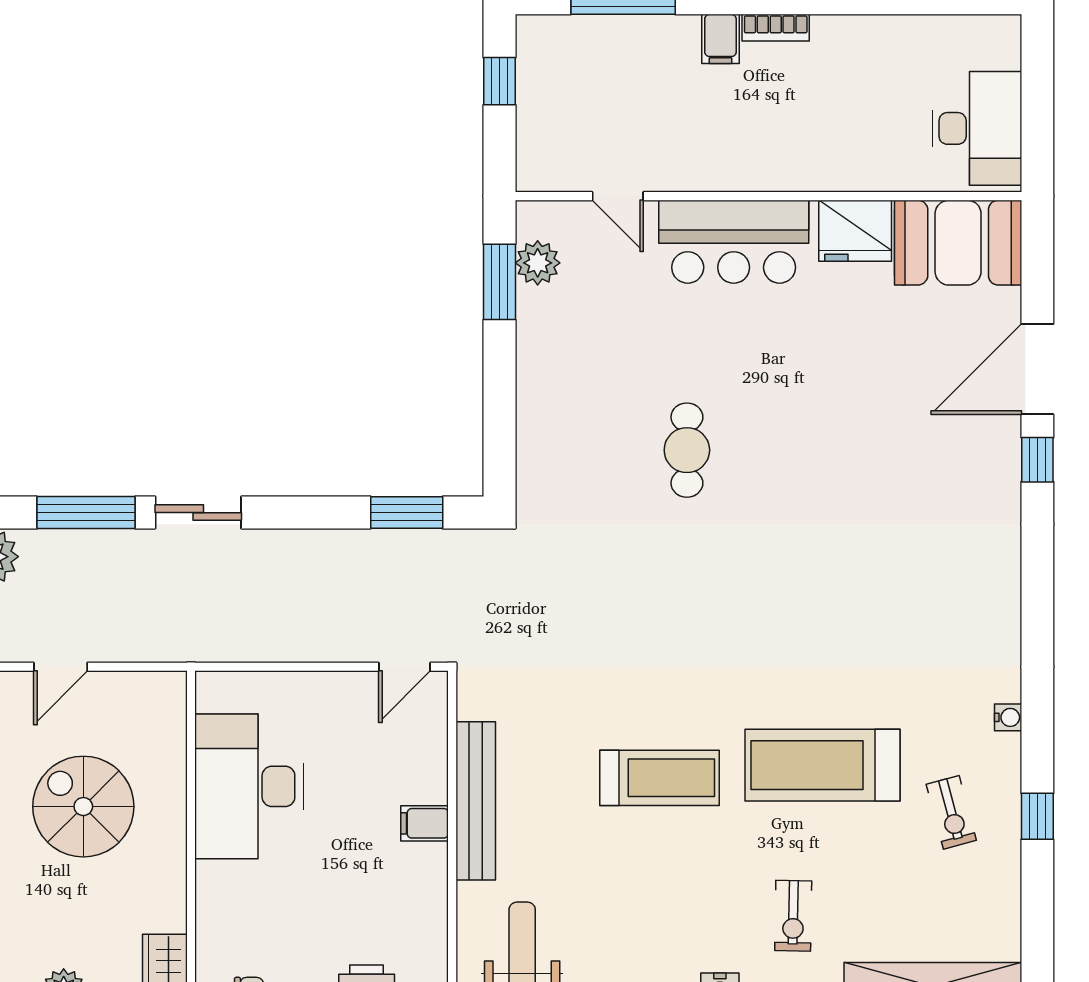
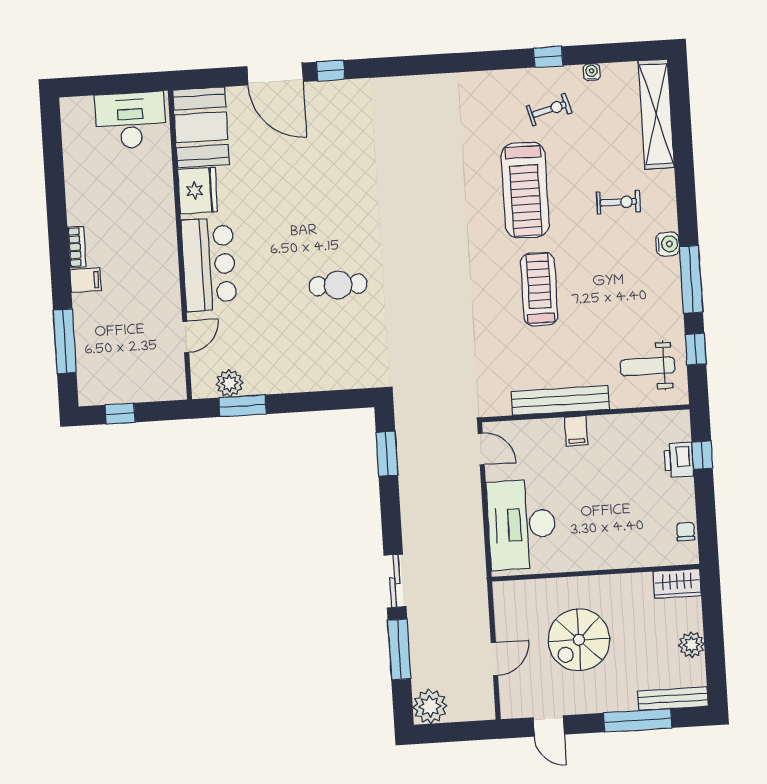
door: (61, 667) -> (494, 659), hinge flipped
water cooler: (1008, 717) -> (592, 72), moved
desk: (249, 786) -> (522, 524), moved, turned 90

